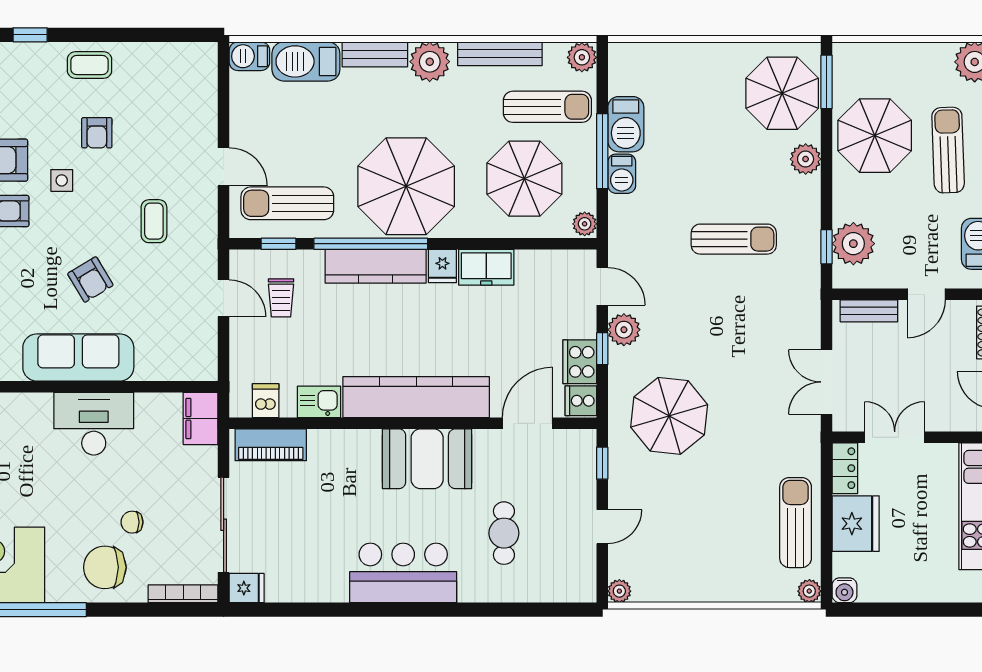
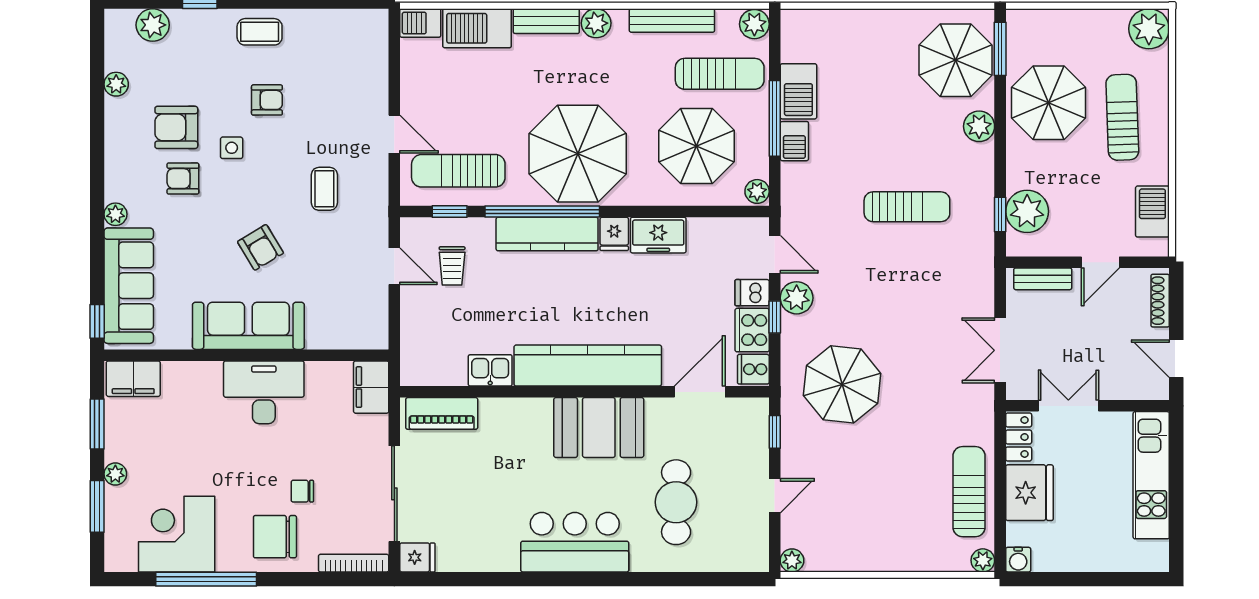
plant: (430, 62) -> (596, 23), width x0.73, depth x0.73
armchair: (97, 133) -> (267, 100), turned -90
dishwasher: (266, 401) -> (752, 293), moved, turned -90
cafe table: (504, 533) -> (676, 502), width x1.37, depth x1.35

